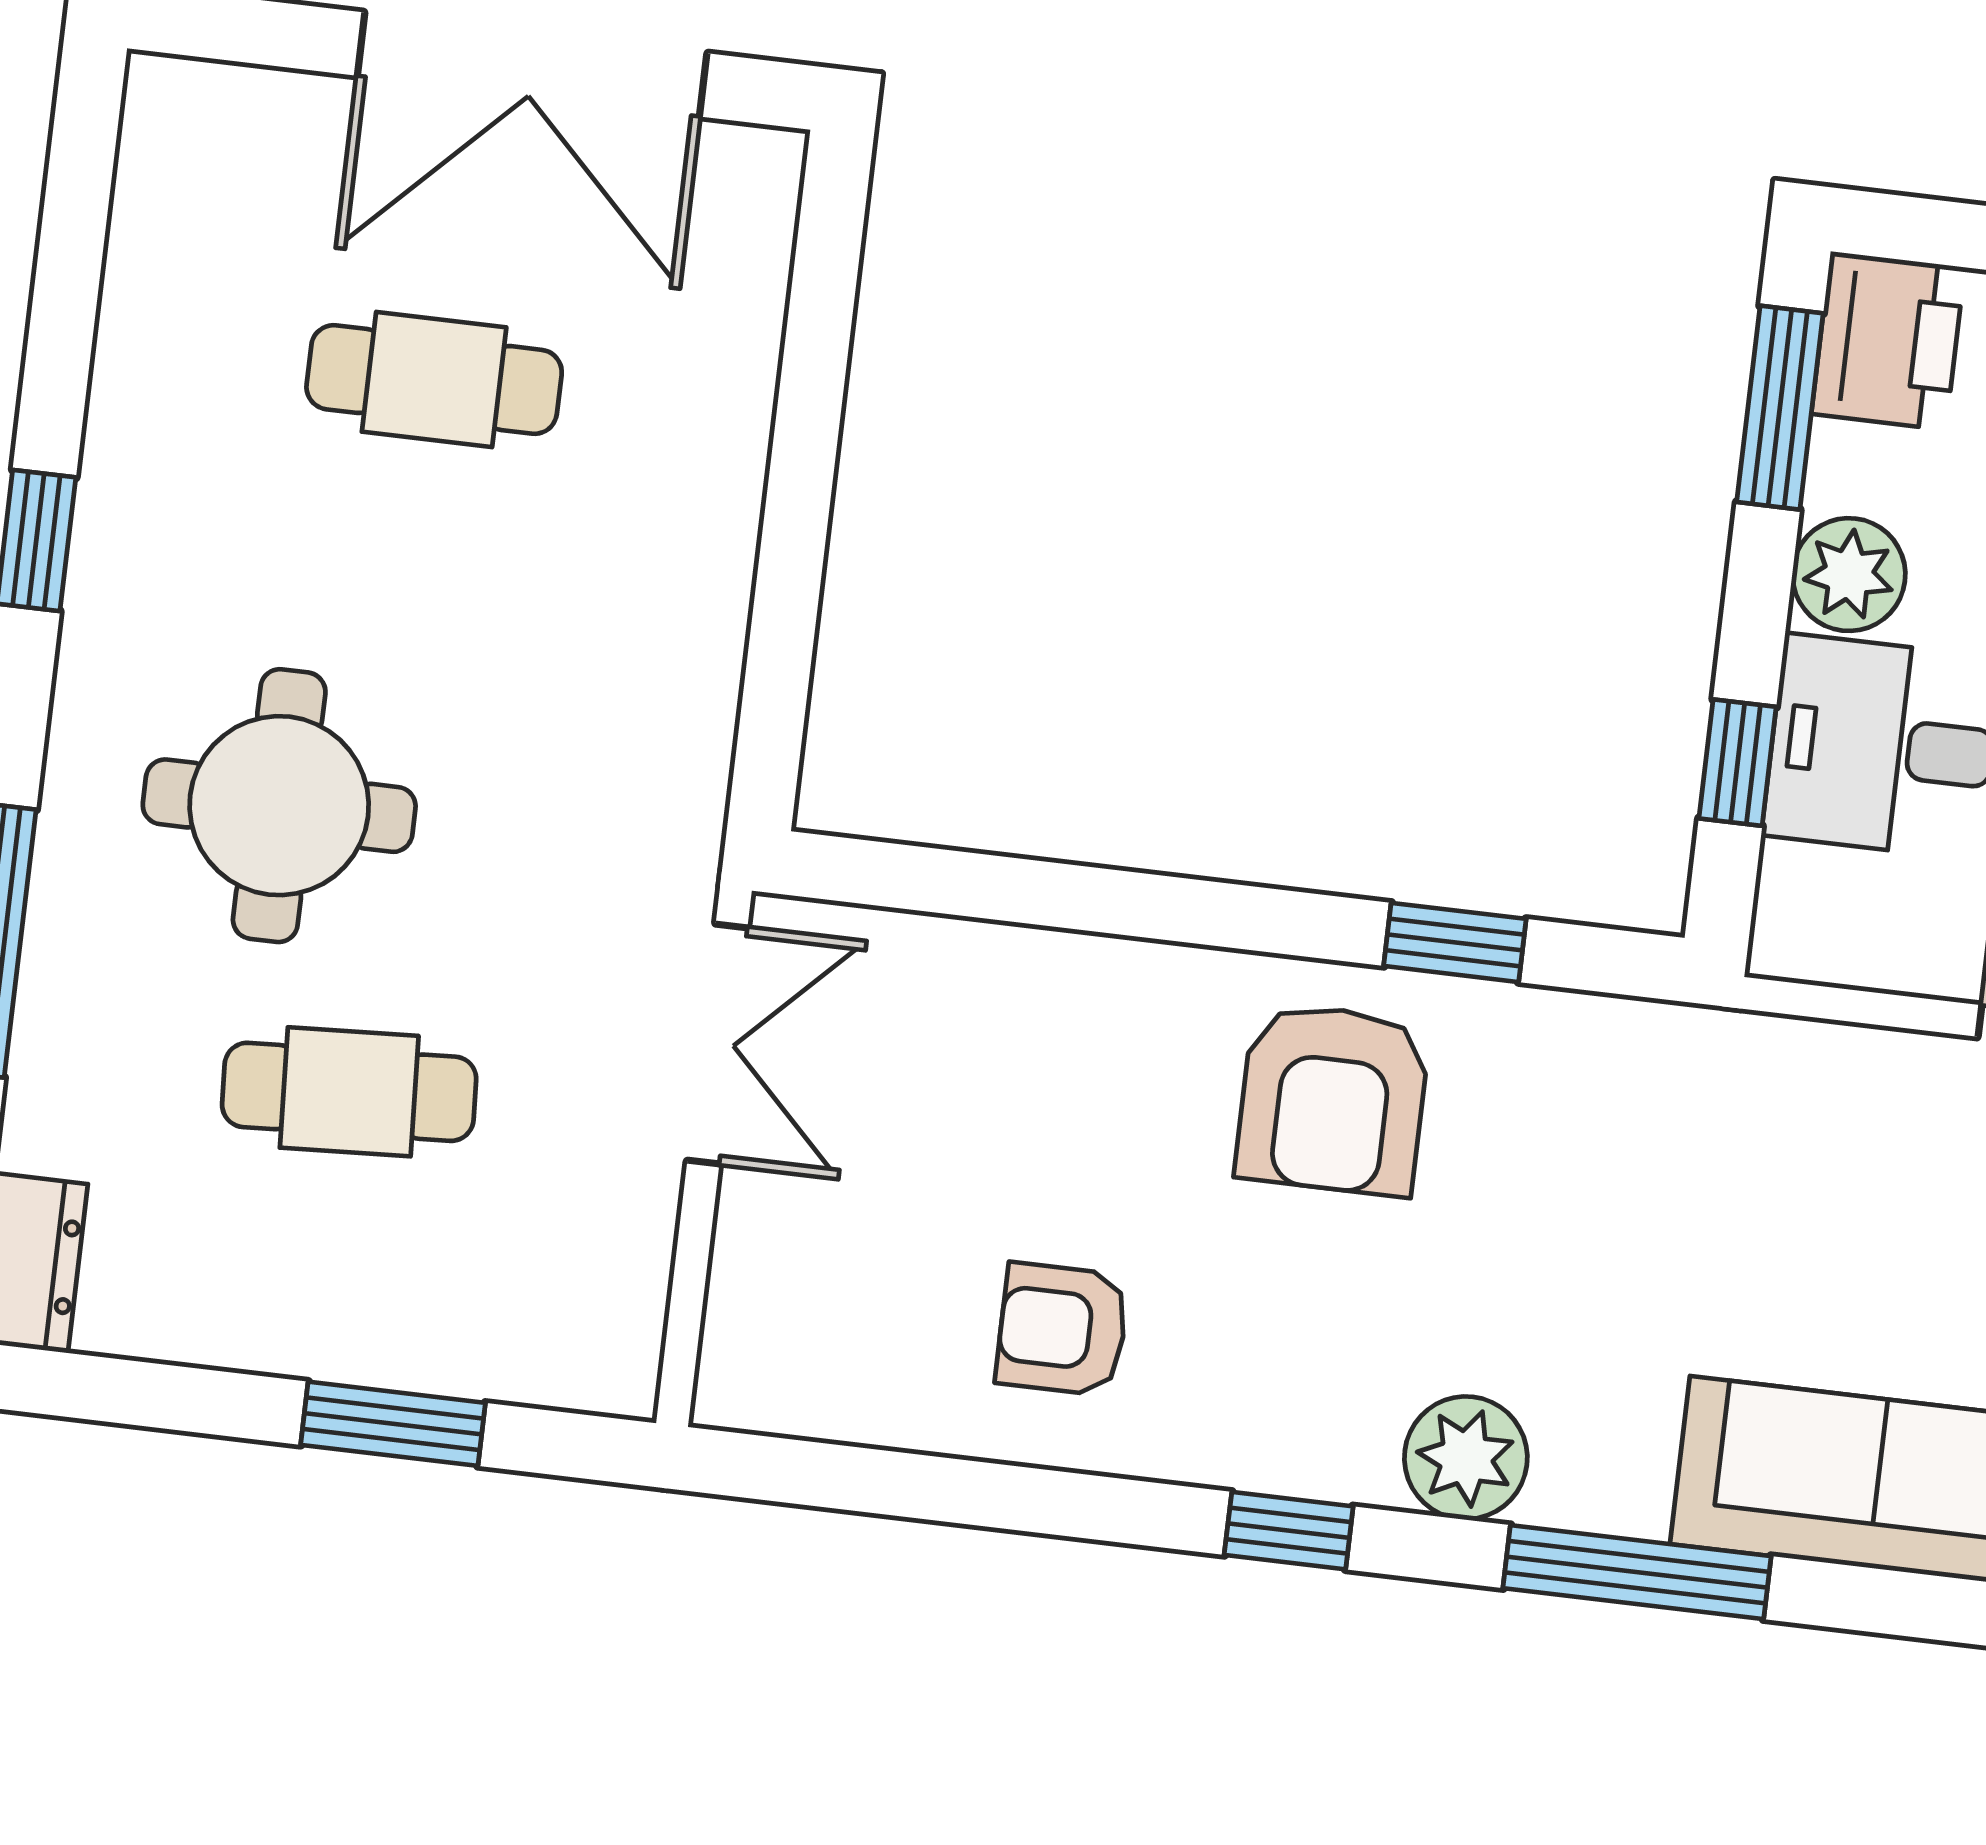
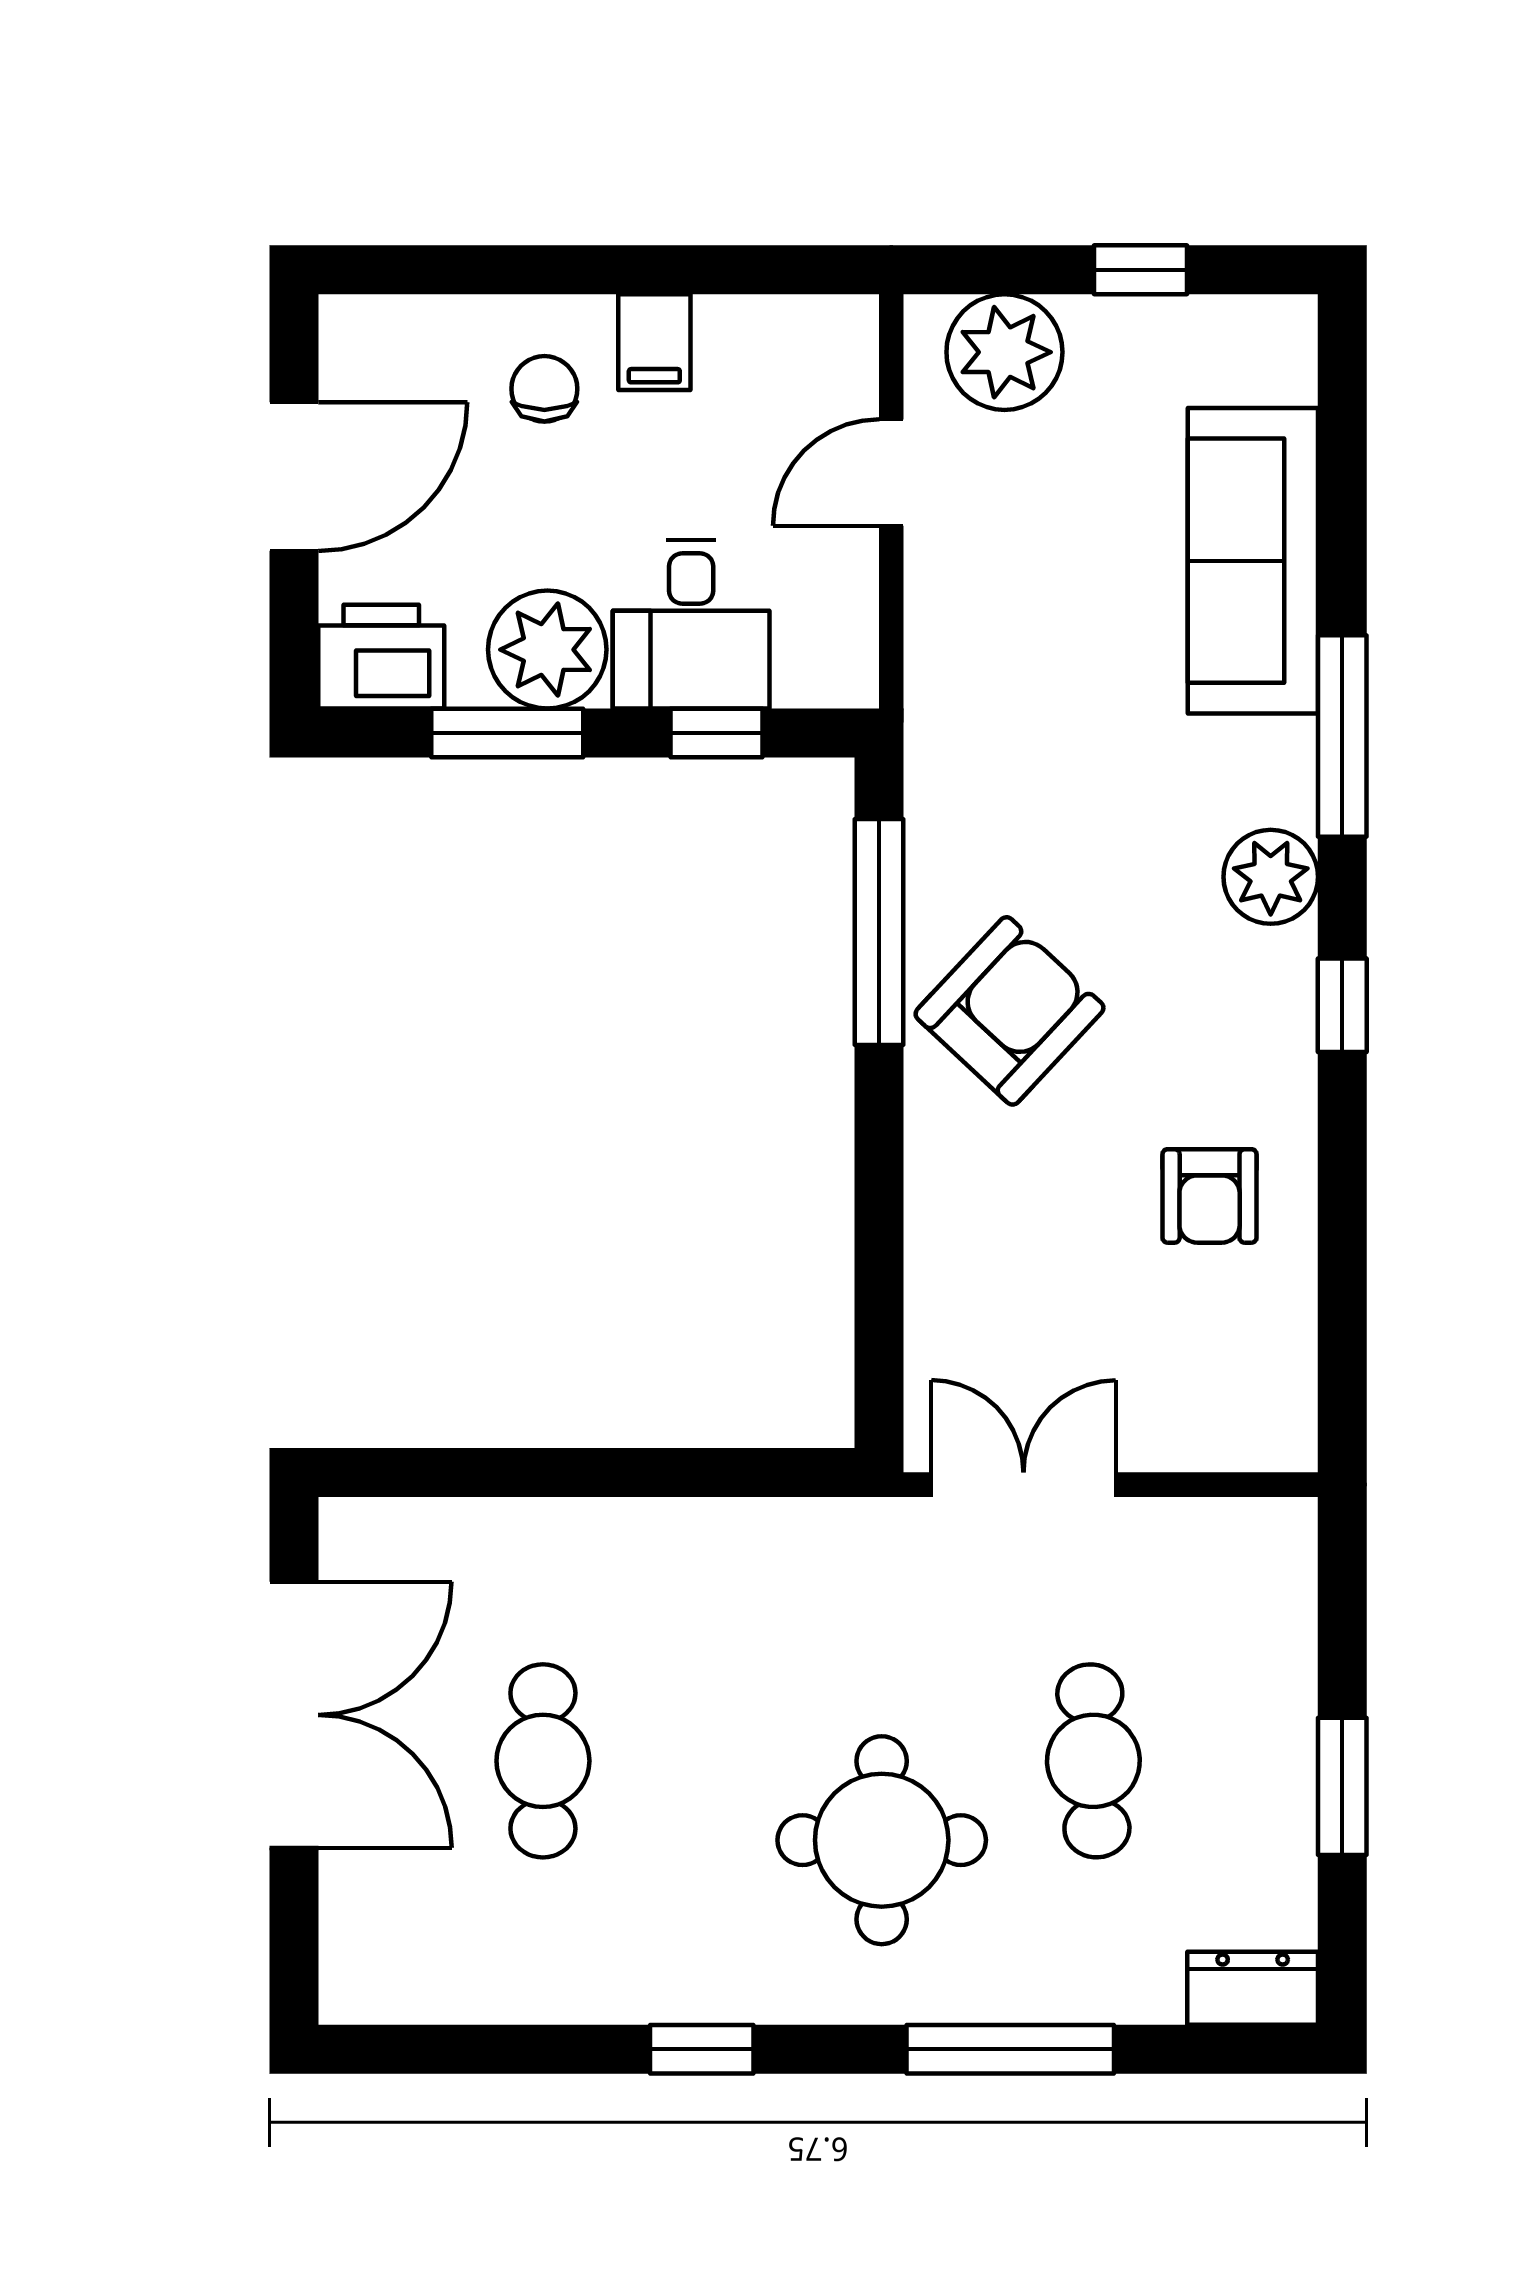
window: (1780, 408) -> (507, 733), moved
plant: (1849, 575) -> (547, 650), width x1.36, depth x1.36
window: (1455, 942) -> (879, 932), width x2.17
armchair: (1333, 1099) -> (1009, 1011), turned -47
window: (393, 1424) -> (1342, 1786), moved

